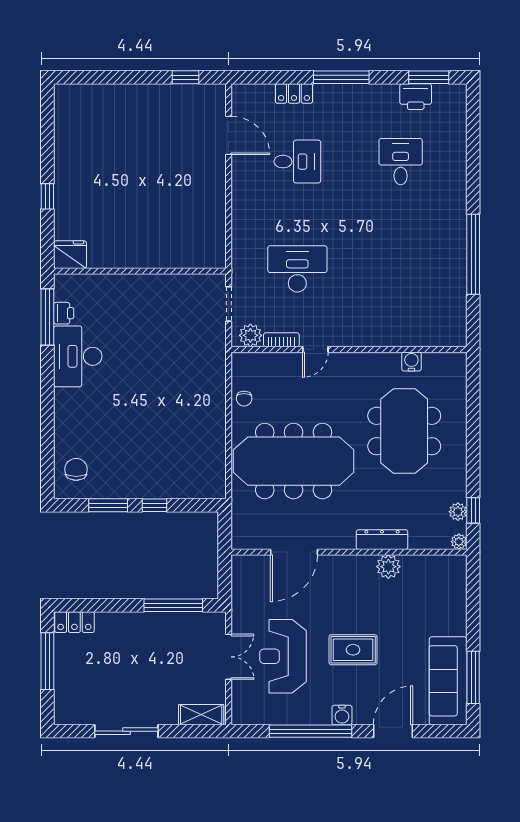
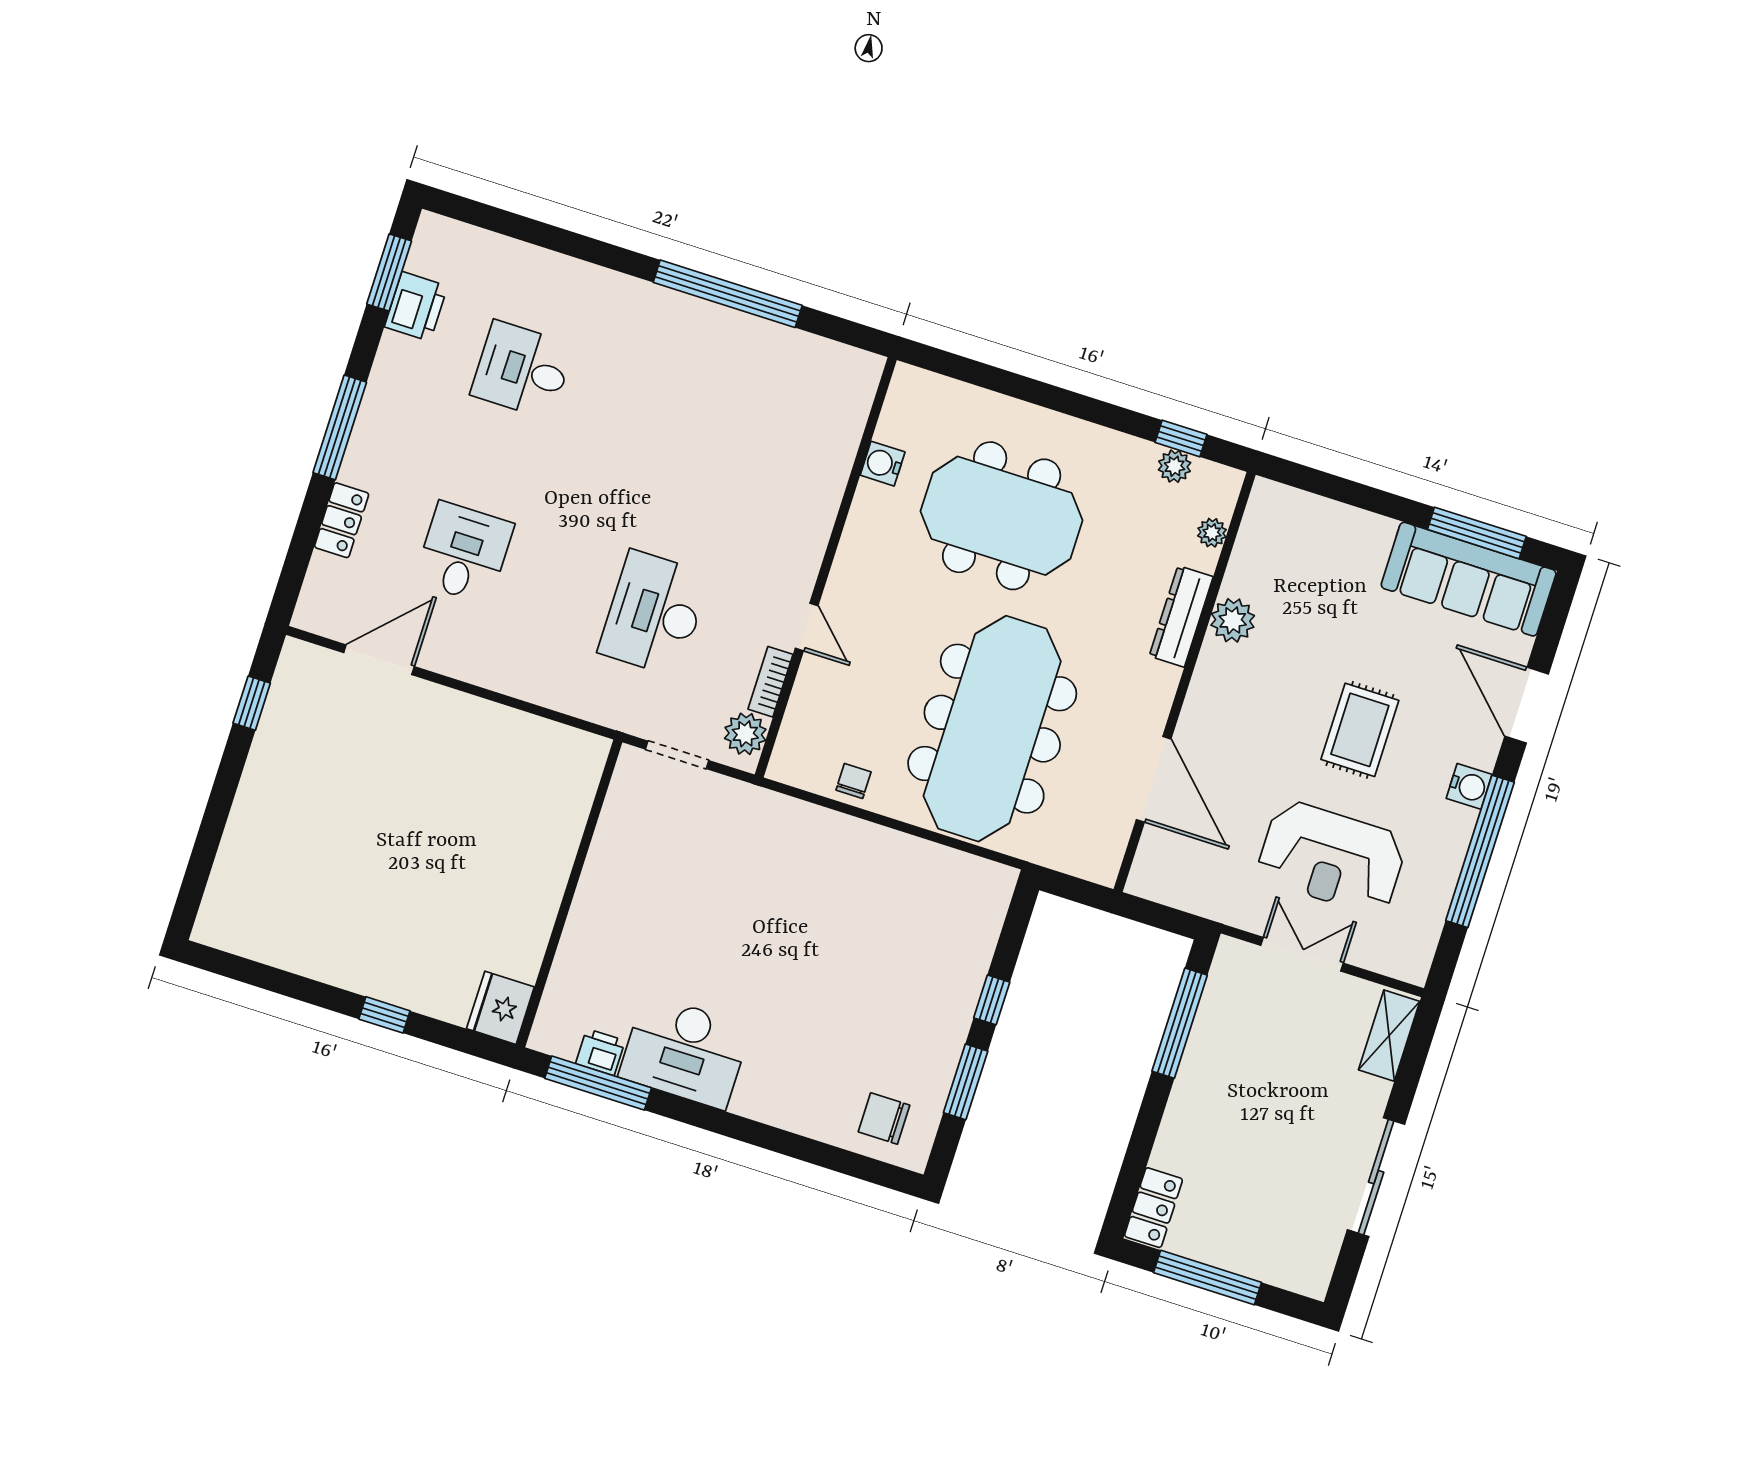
chair: (244, 399) -> (854, 781), turned -90
plant: (459, 542) -> (1212, 533), moved

